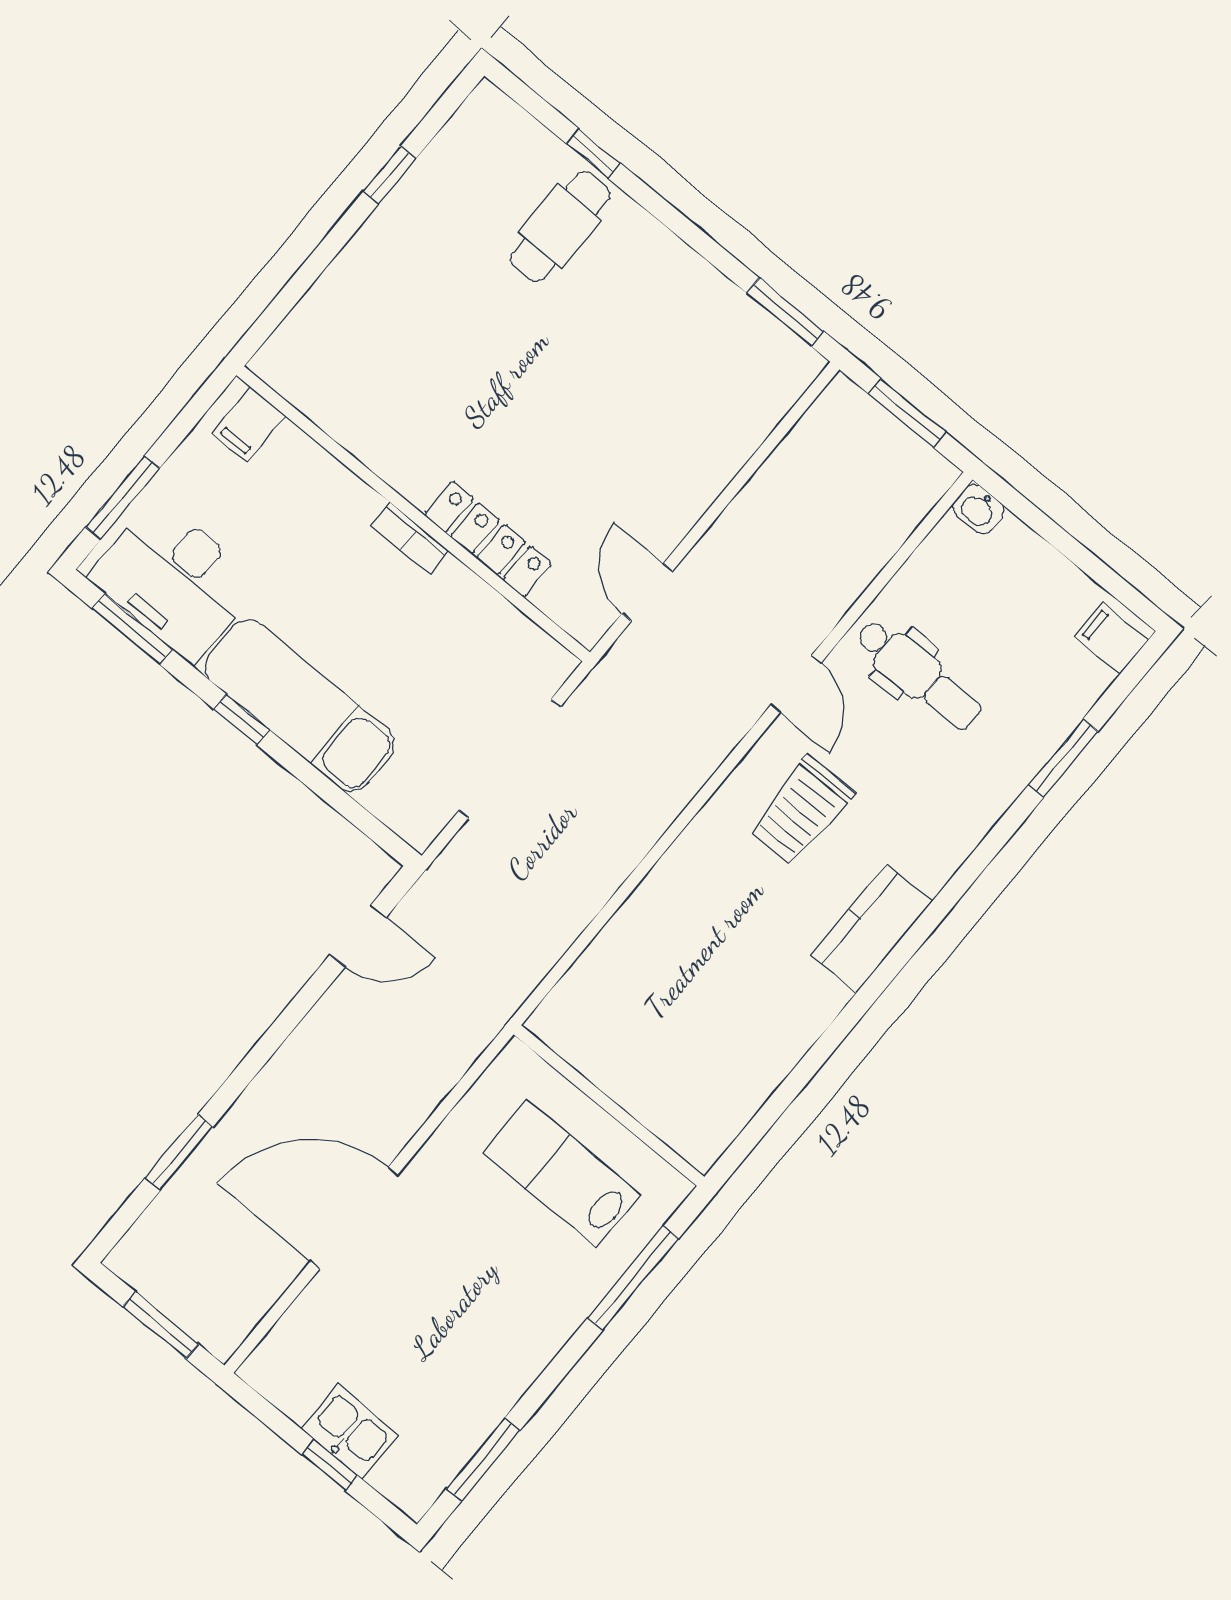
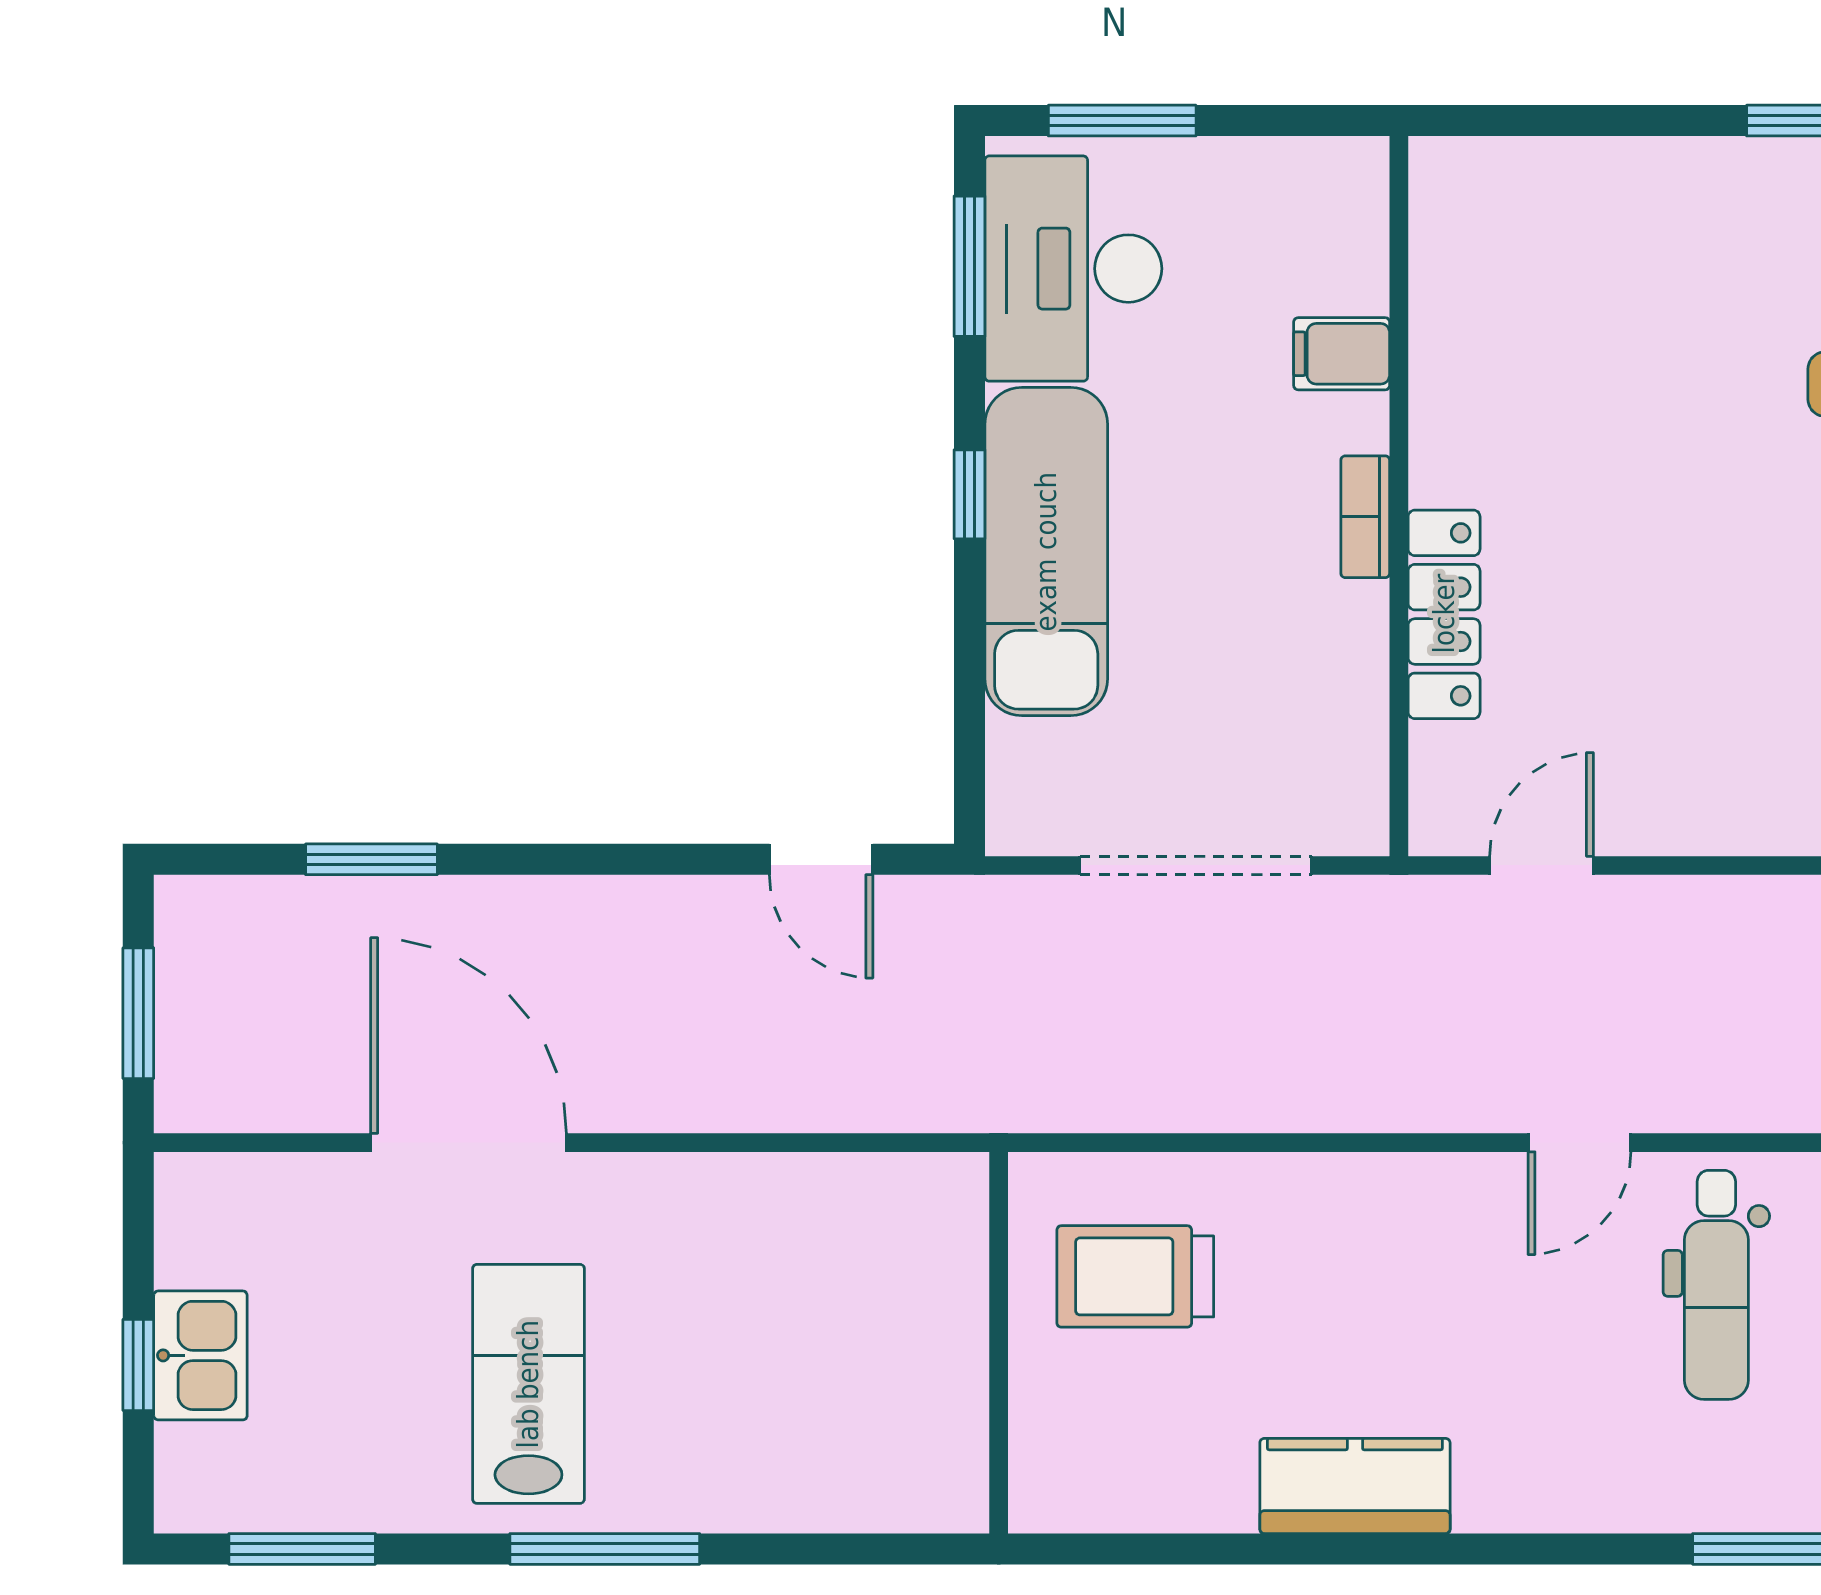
filing cabinet: (249, 424) -> (1342, 354), moved
trolley: (801, 811) -> (1135, 1276), moved
wall: (609, 1106) -> (999, 1343), moved
lab bench: (562, 1174) -> (528, 1384), moved
window: (633, 1278) -> (605, 1549), moved

